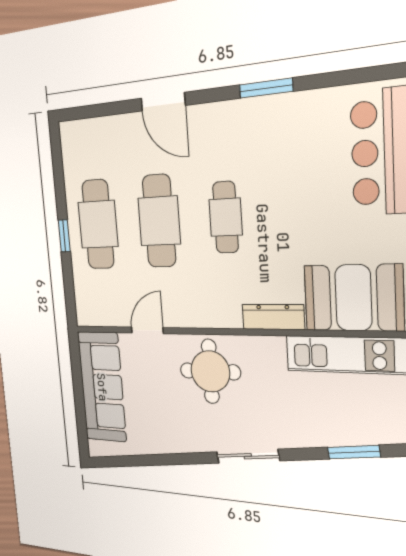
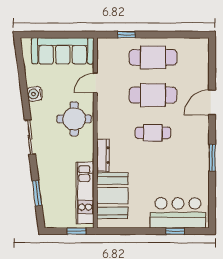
window: (64, 236) -> (126, 35), moved
door: (147, 330) -> (95, 83), swing flipped
water cooler: (173, 441) -> (35, 94), added

